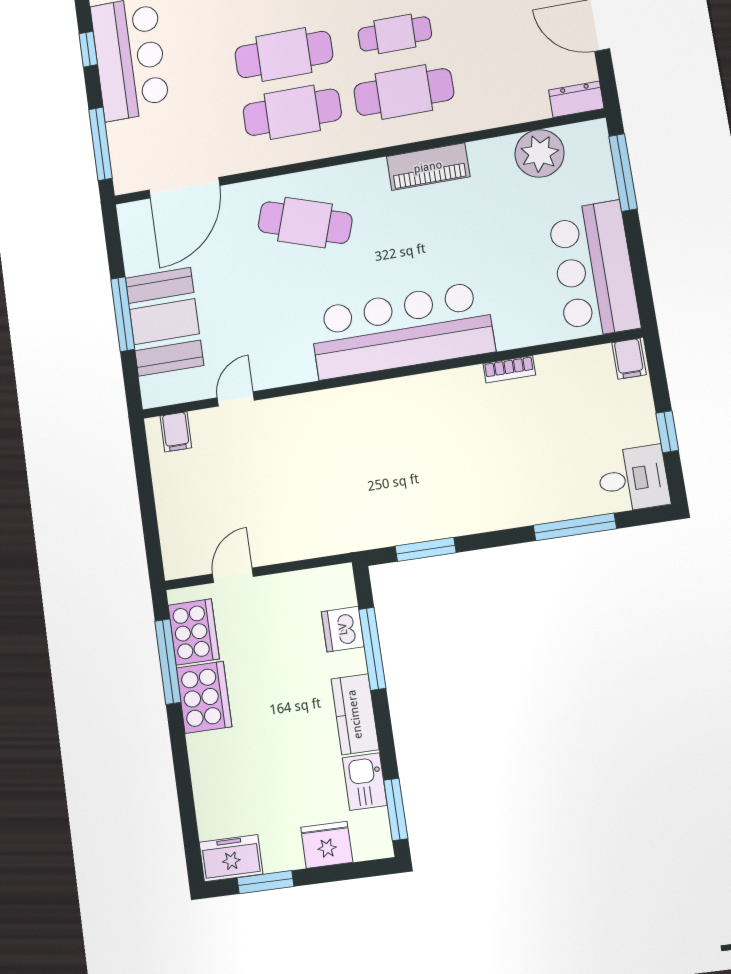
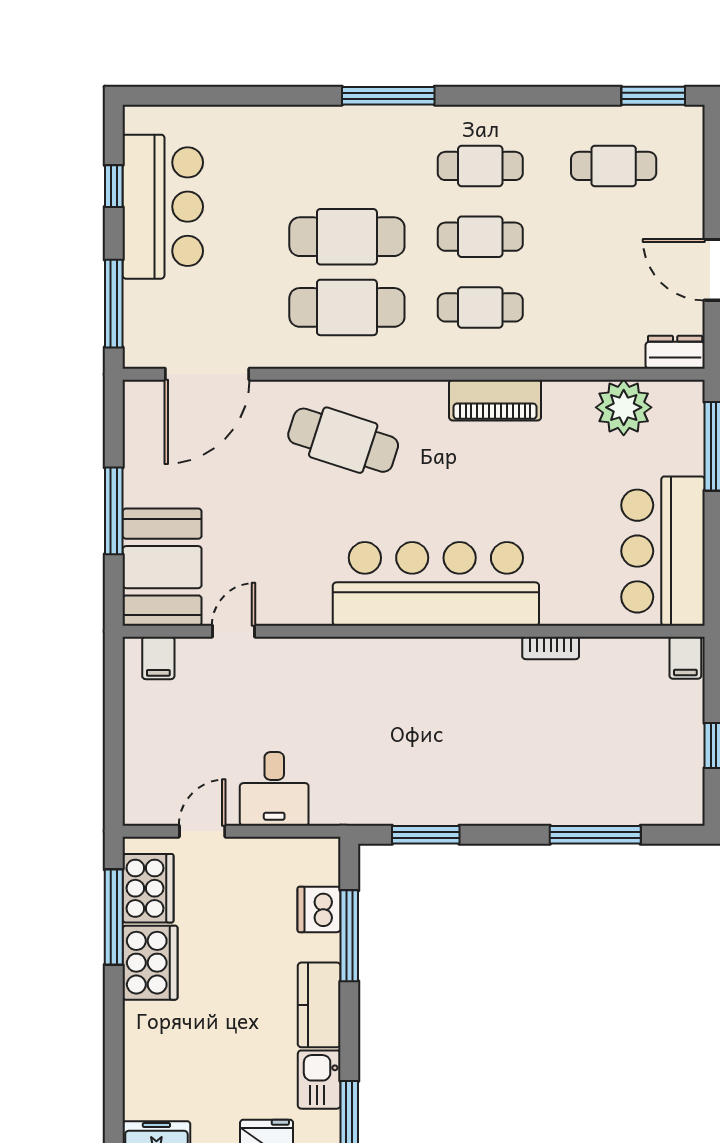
cafe table: (404, 92) -> (480, 307), width x0.73, depth x0.74
booth: (164, 322) -> (162, 567), moved
desk: (633, 479) -> (274, 789), moved, turned 90

